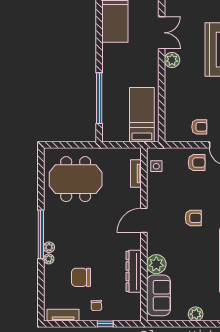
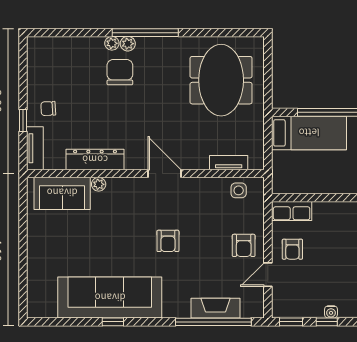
bed: (142, 115) -> (309, 133), moved
row of seats: (171, 127) -> (292, 211), added
plant: (156, 264) -> (99, 184), width x0.53, depth x0.53
chair: (81, 277) -> (120, 72), moved
plant: (196, 314) -> (37, 244), removed
tv unit: (63, 315) -> (35, 148), moved

